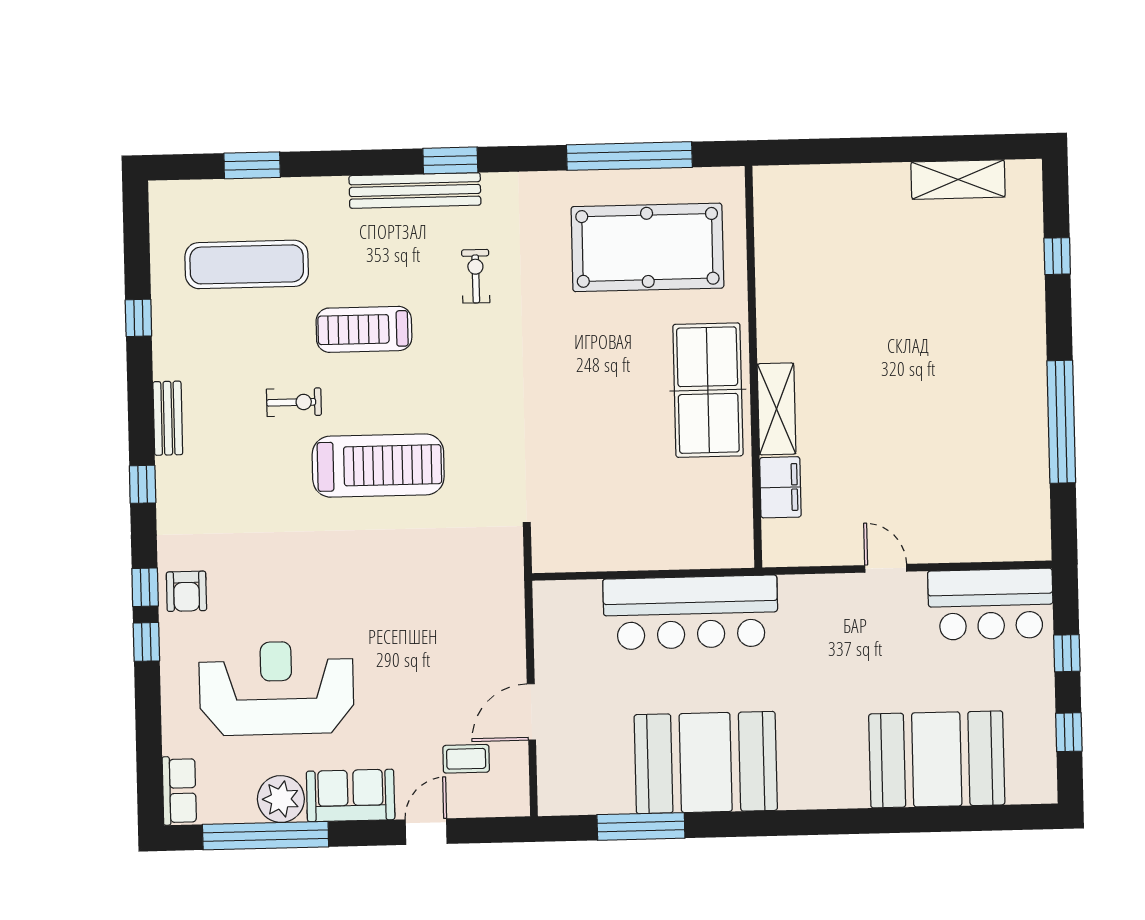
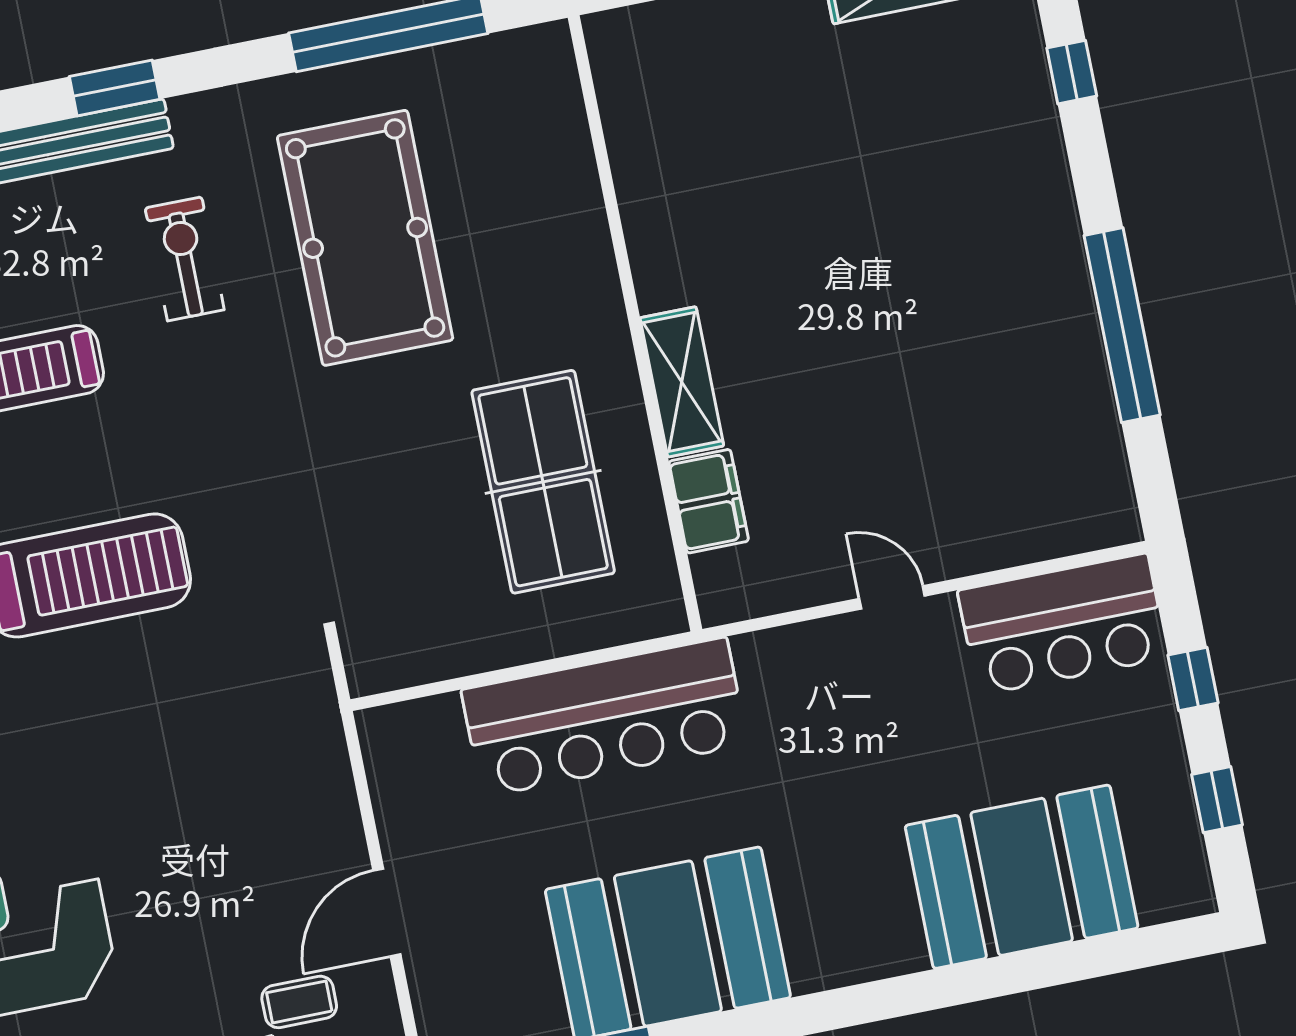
pool table: (647, 247) -> (365, 238), moved, turned 90
exercise bike: (476, 276) -> (185, 259), width x1.38, depth x1.39
table tennis table: (708, 390) -> (543, 482), moved

